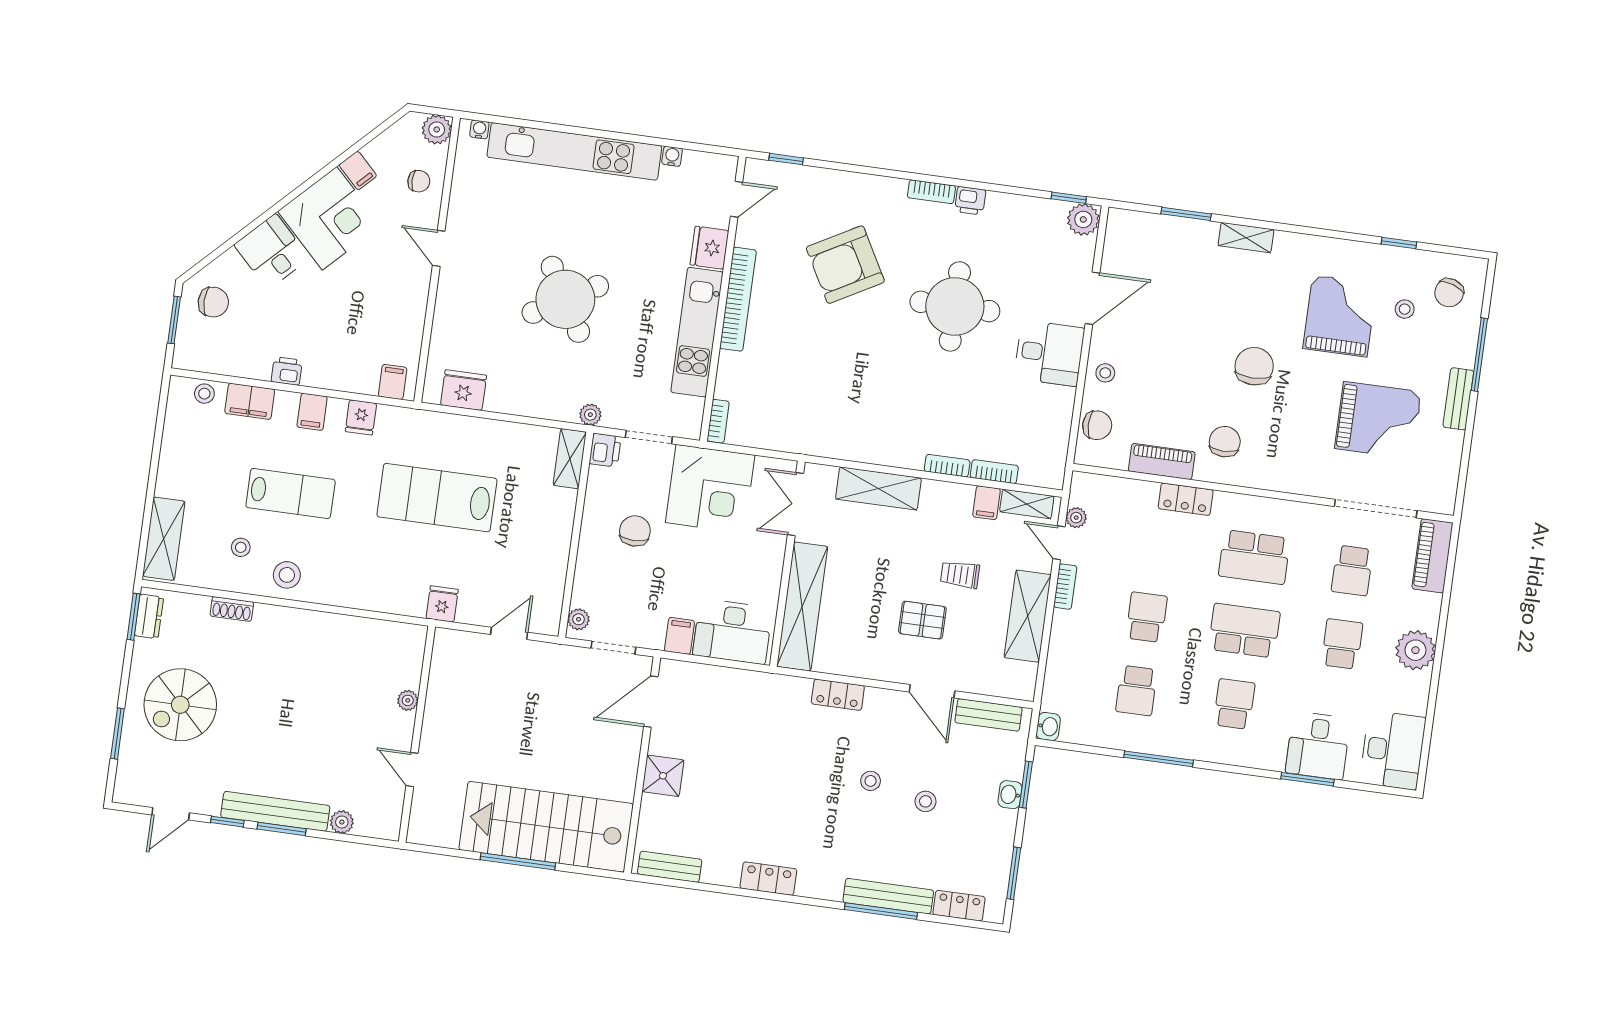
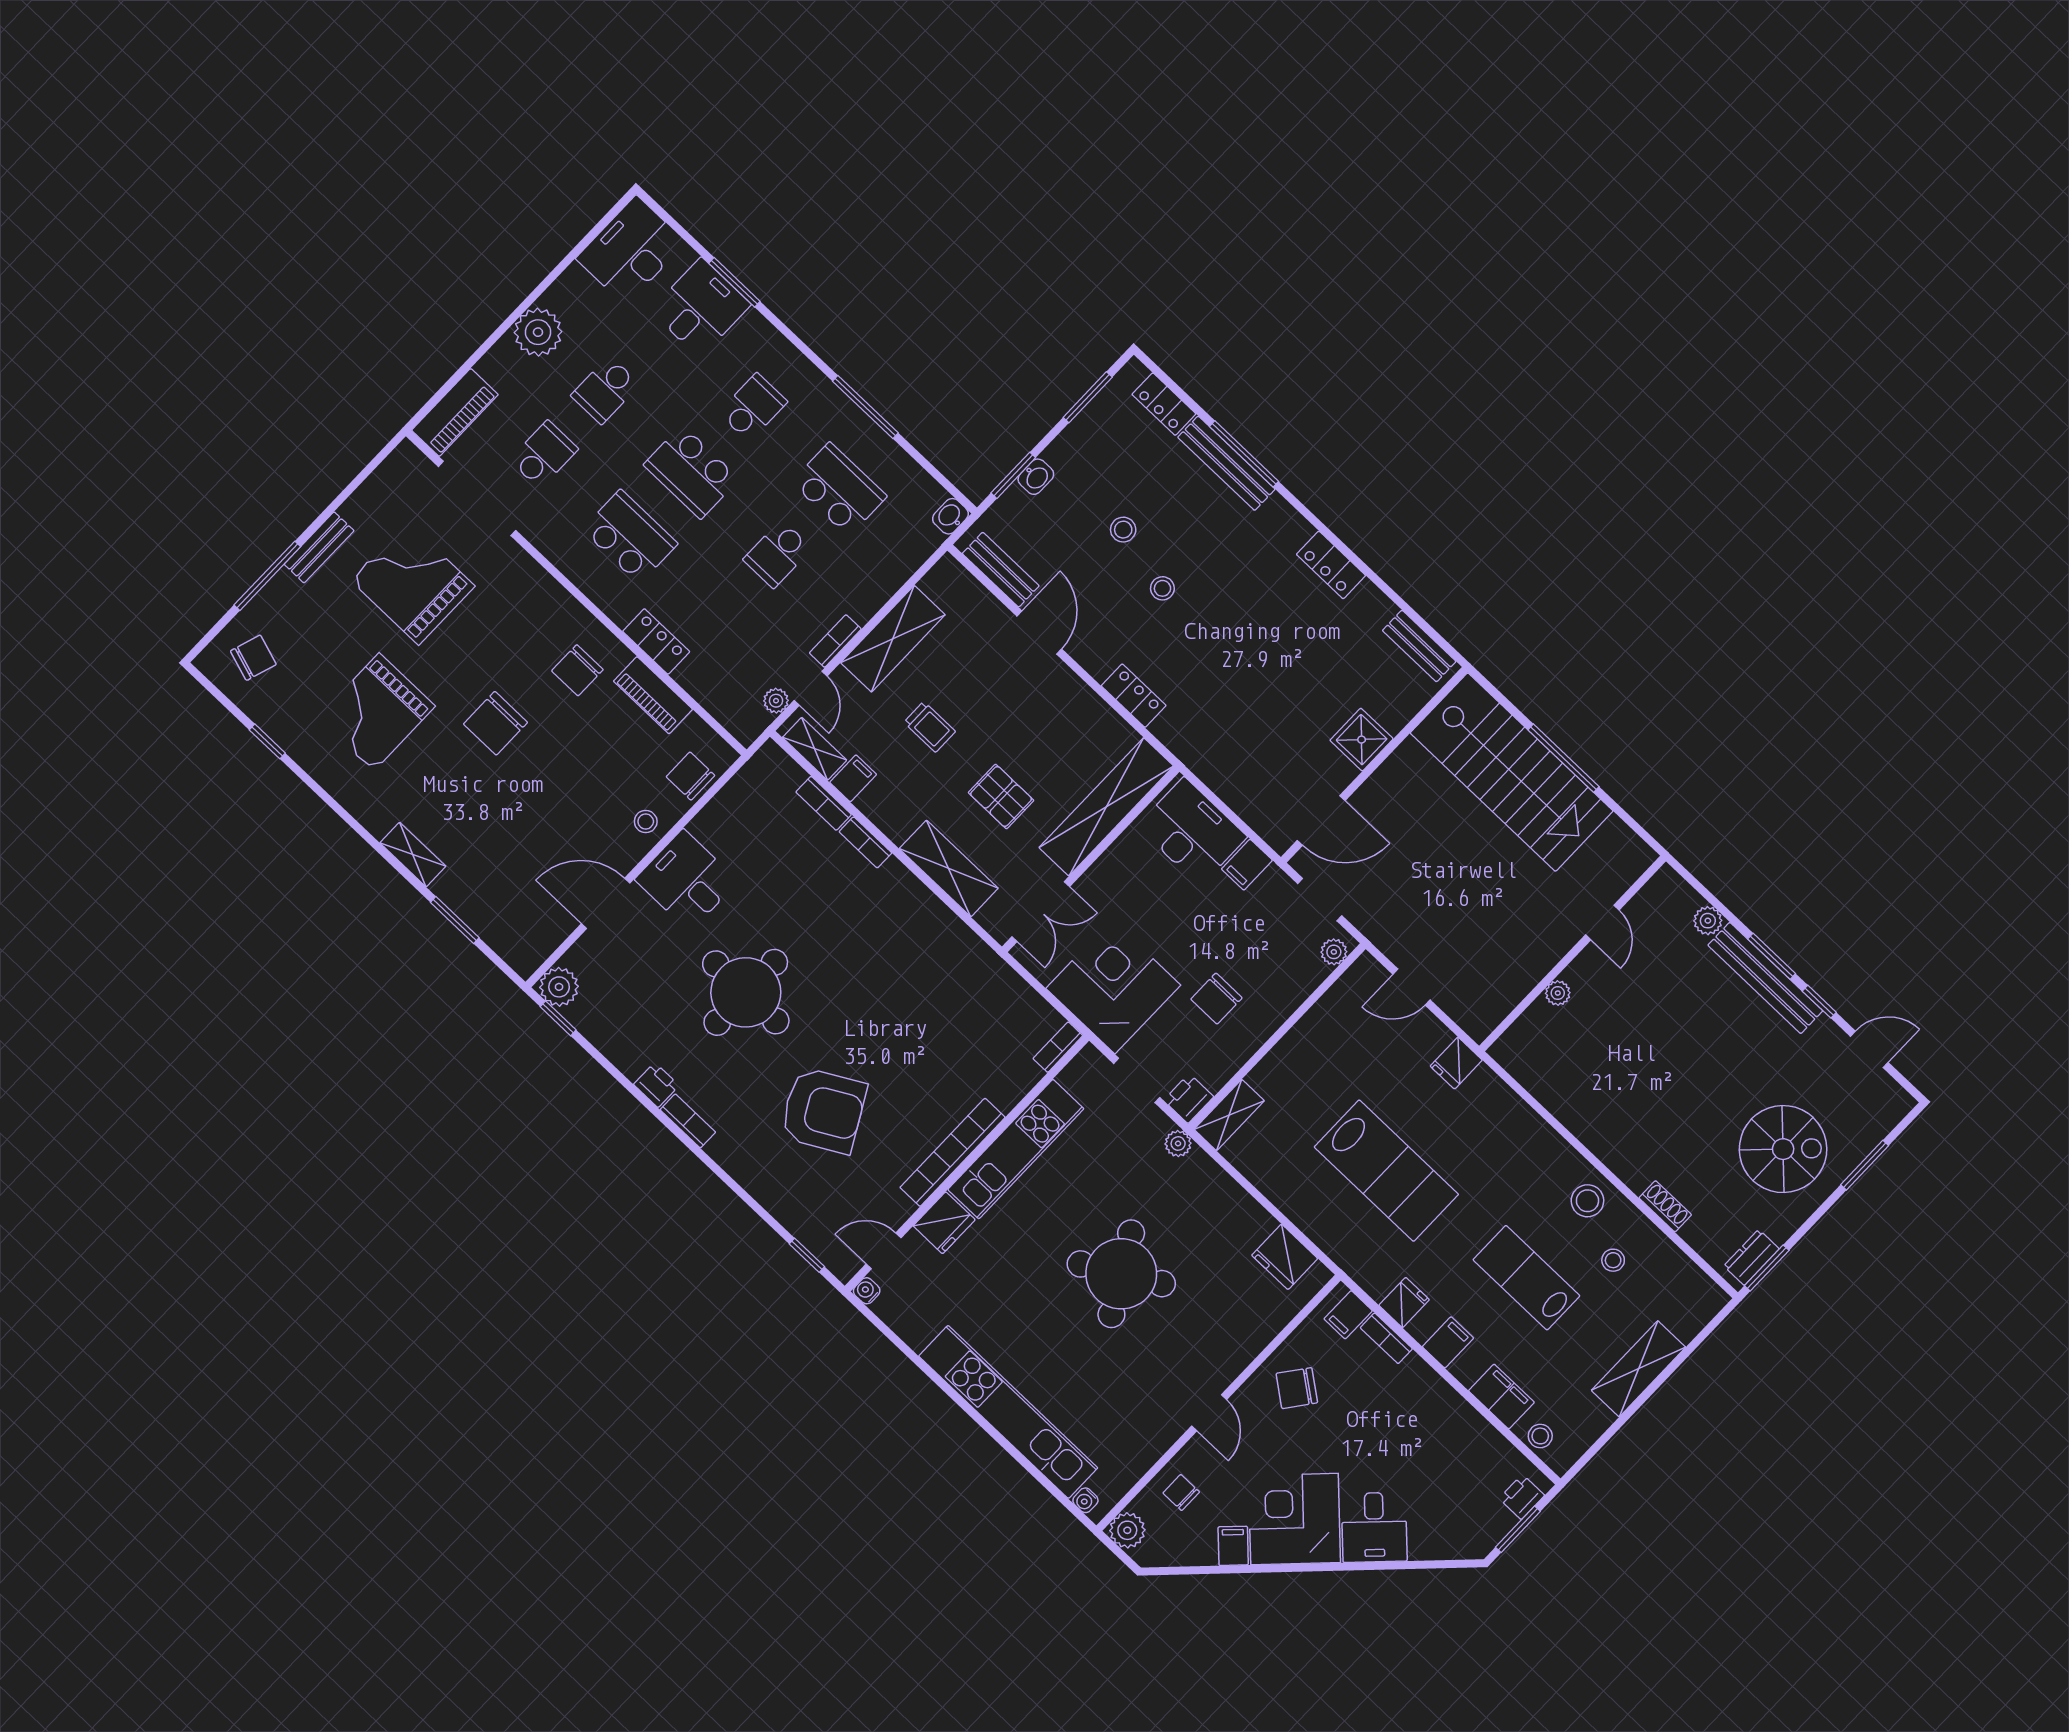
water cooler: (672, 156) -> (867, 1291), moved, turned 90
chair: (213, 302) -> (1297, 1388), moved, turned -53
stool: (1405, 309) -> (308, 673), removed
printer: (287, 371) -> (1522, 1497), moved, turned 90
bookcase: (356, 385) -> (1386, 1338), added
shelving: (164, 539) -> (1638, 1369), moved
pallet: (922, 620) -> (1001, 796), moved
school desk: (1136, 691) -> (839, 489), width x1.85
school desk: (1234, 704) -> (753, 407), turned 180

